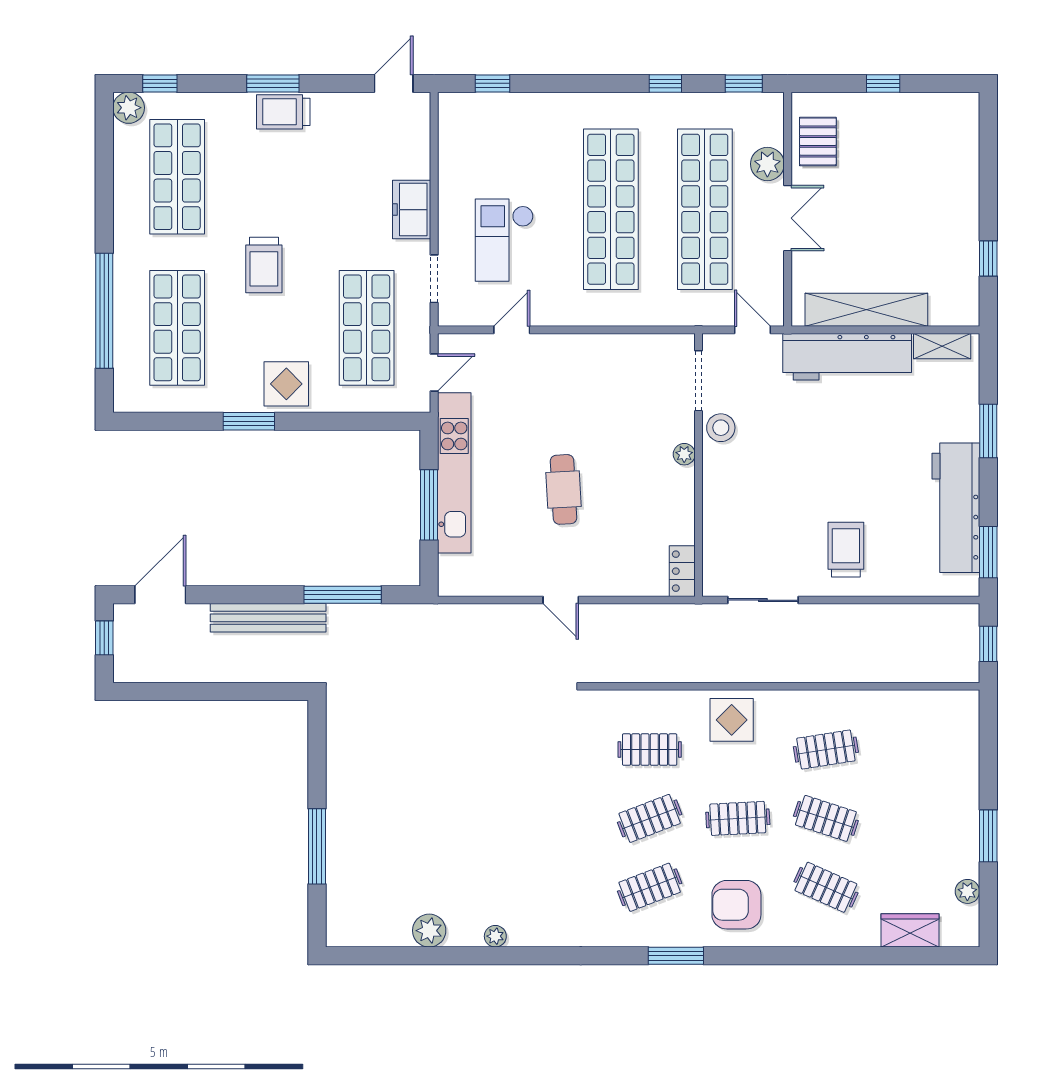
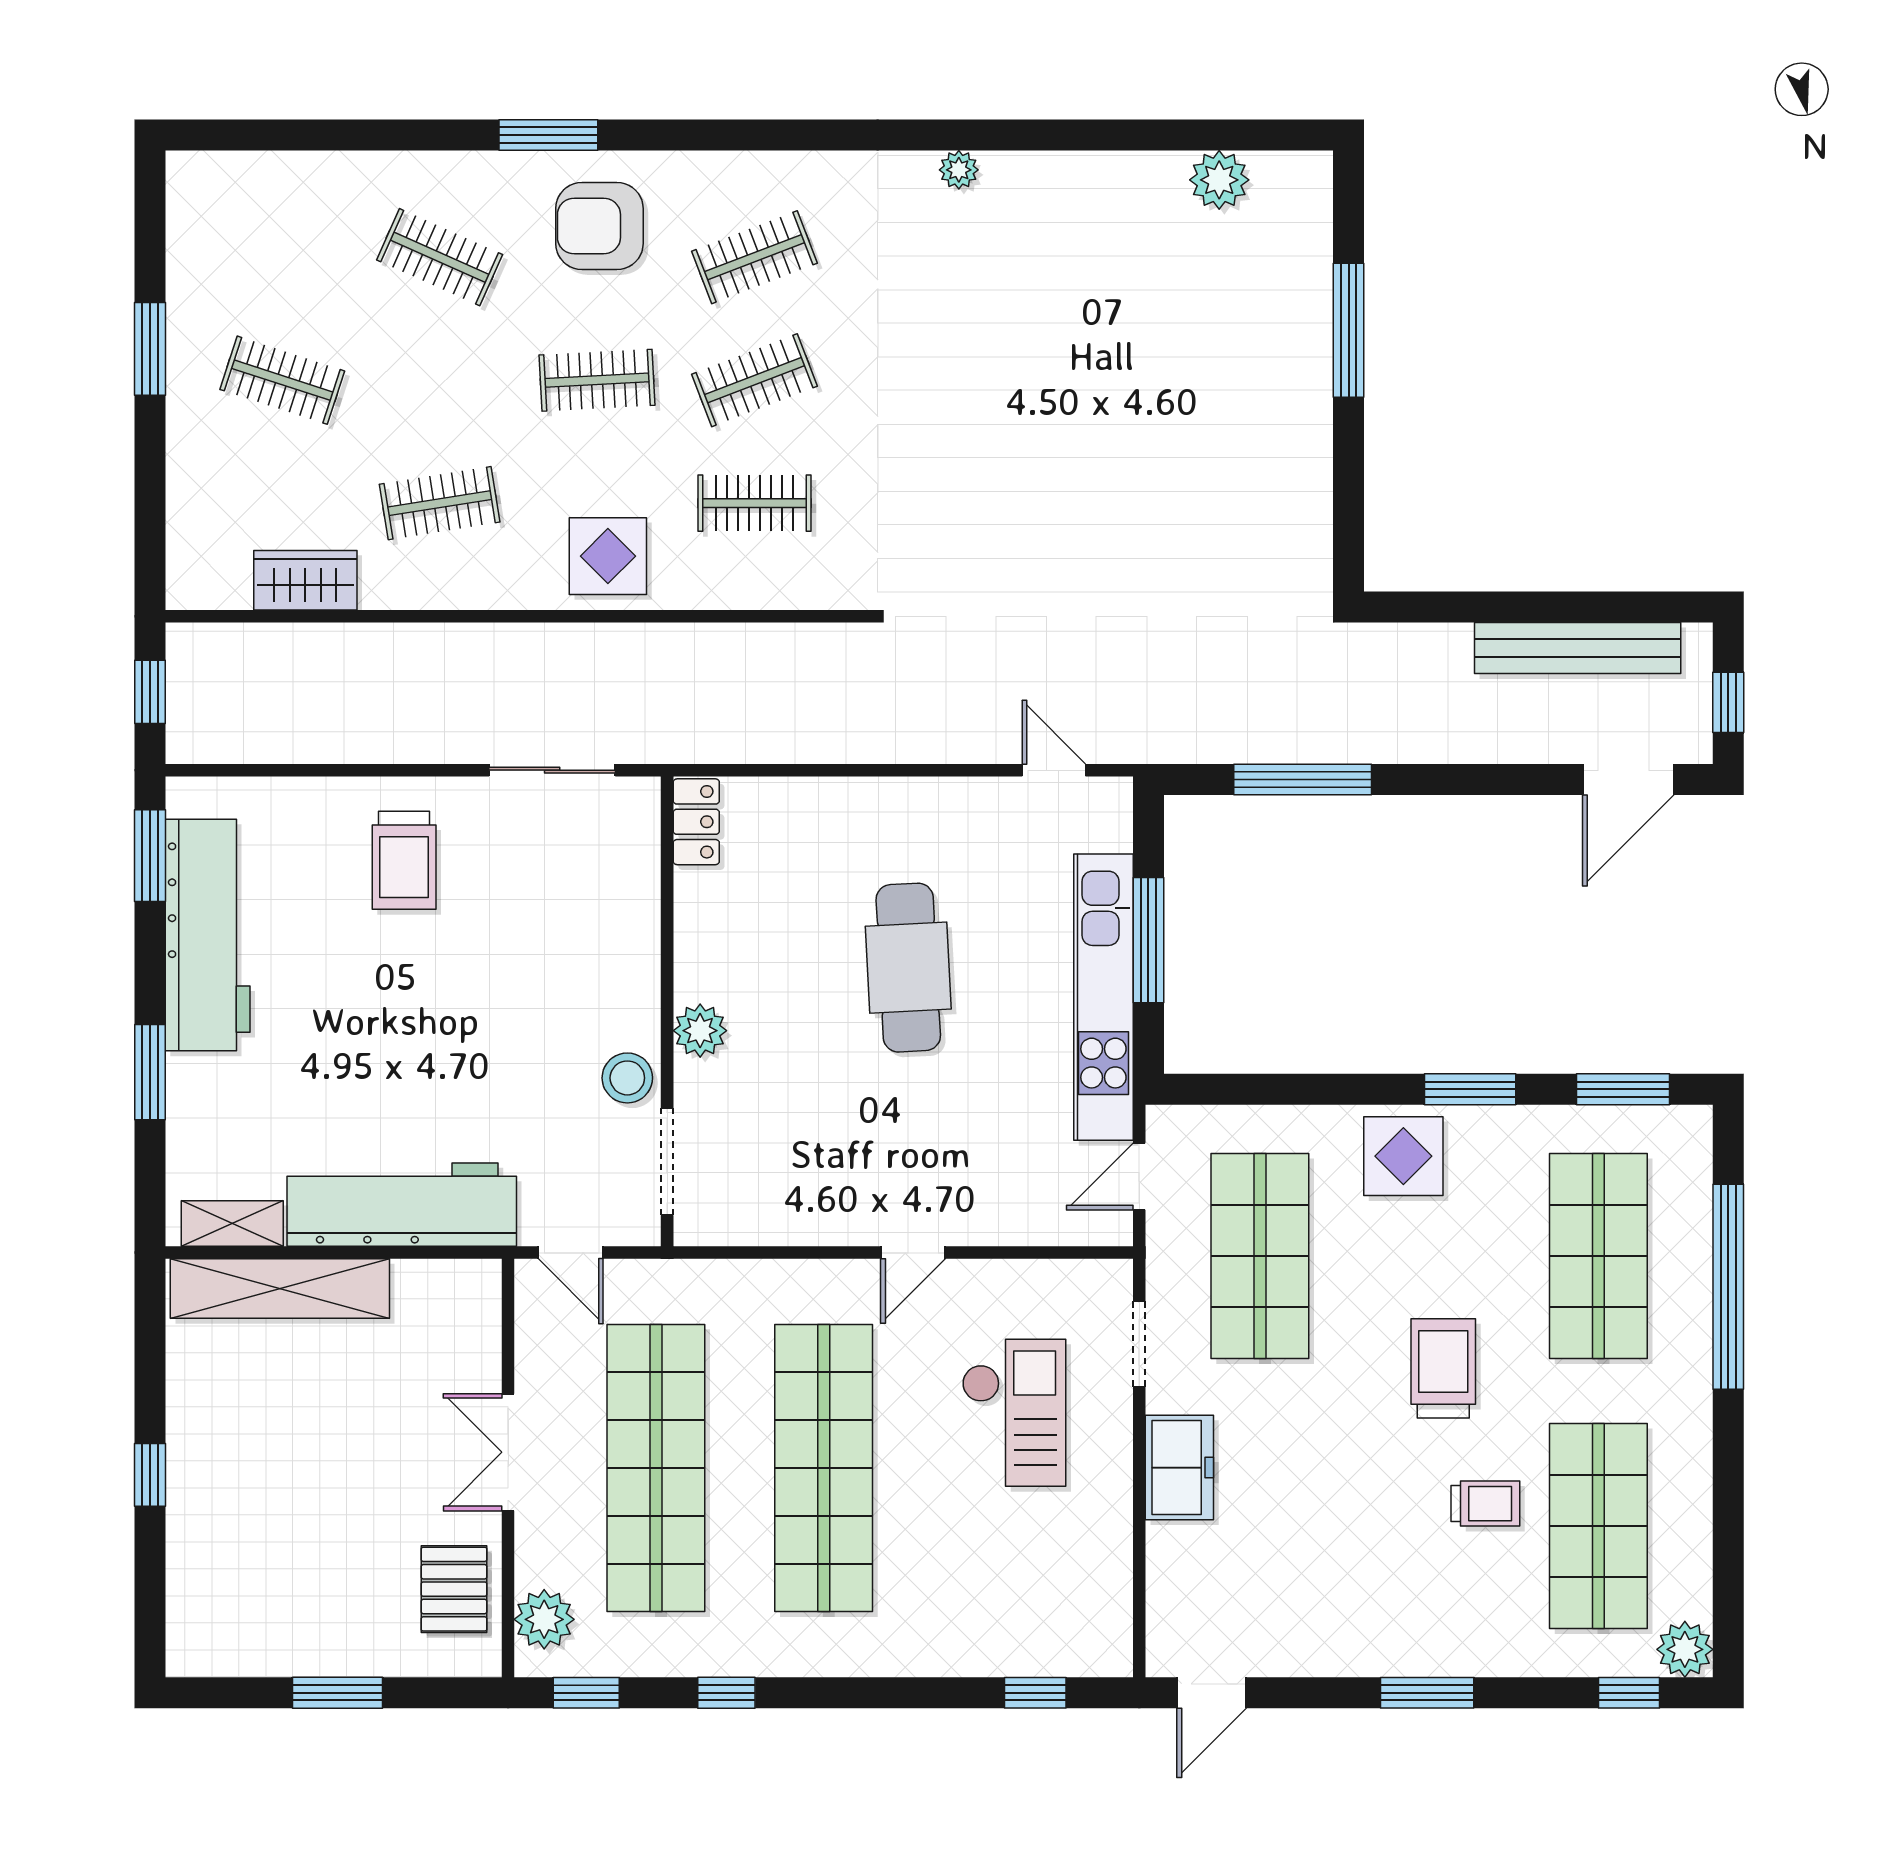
window: (883, 83) -> (338, 1693), width x1.50
trolley: (283, 112) -> (1485, 1504), moved, width x0.73, depth x0.72
plant: (767, 164) -> (544, 1619), moved
window: (988, 258) -> (150, 1475), moved
shelving: (866, 310) -> (280, 1289), moved
door: (512, 330) -> (913, 1253), moved
window: (163, 421) -> (1623, 1089), added
plant: (684, 454) -> (700, 1031), width x1.38, depth x1.38
cafe table: (564, 489) -> (908, 968), width x1.37, depth x1.35
door: (561, 600) -> (1054, 770), moved
bench: (268, 618) -> (1578, 648), moved
clothes rail: (826, 818) -> (282, 380), moved
plant: (967, 891) -> (187, 250), removed
armchair: (736, 905) -> (599, 226), turned 180
wardrobe: (910, 930) -> (305, 580), moved, turned 180
plant: (429, 931) -> (1219, 180), moved
plant: (495, 936) -> (959, 170), moved
window: (676, 956) -> (548, 135), moved

